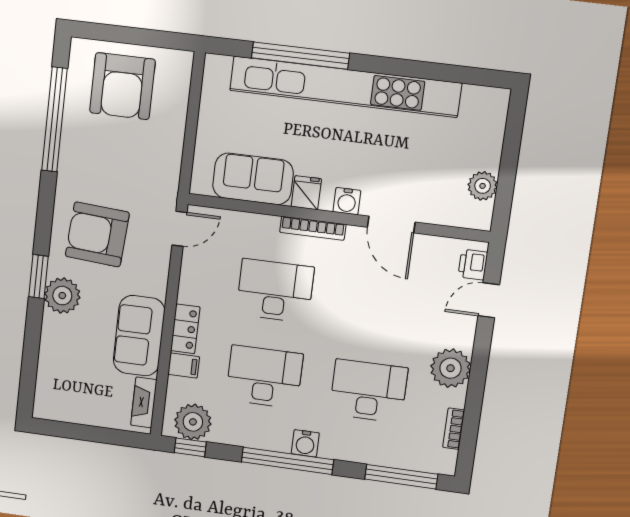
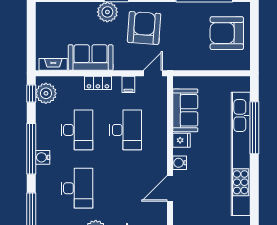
bookcase: (313, 228) -> (163, 146), removed
door: (179, 229) -> (153, 73), swing flipped
filing cabinet: (184, 366) -> (128, 84), moved

